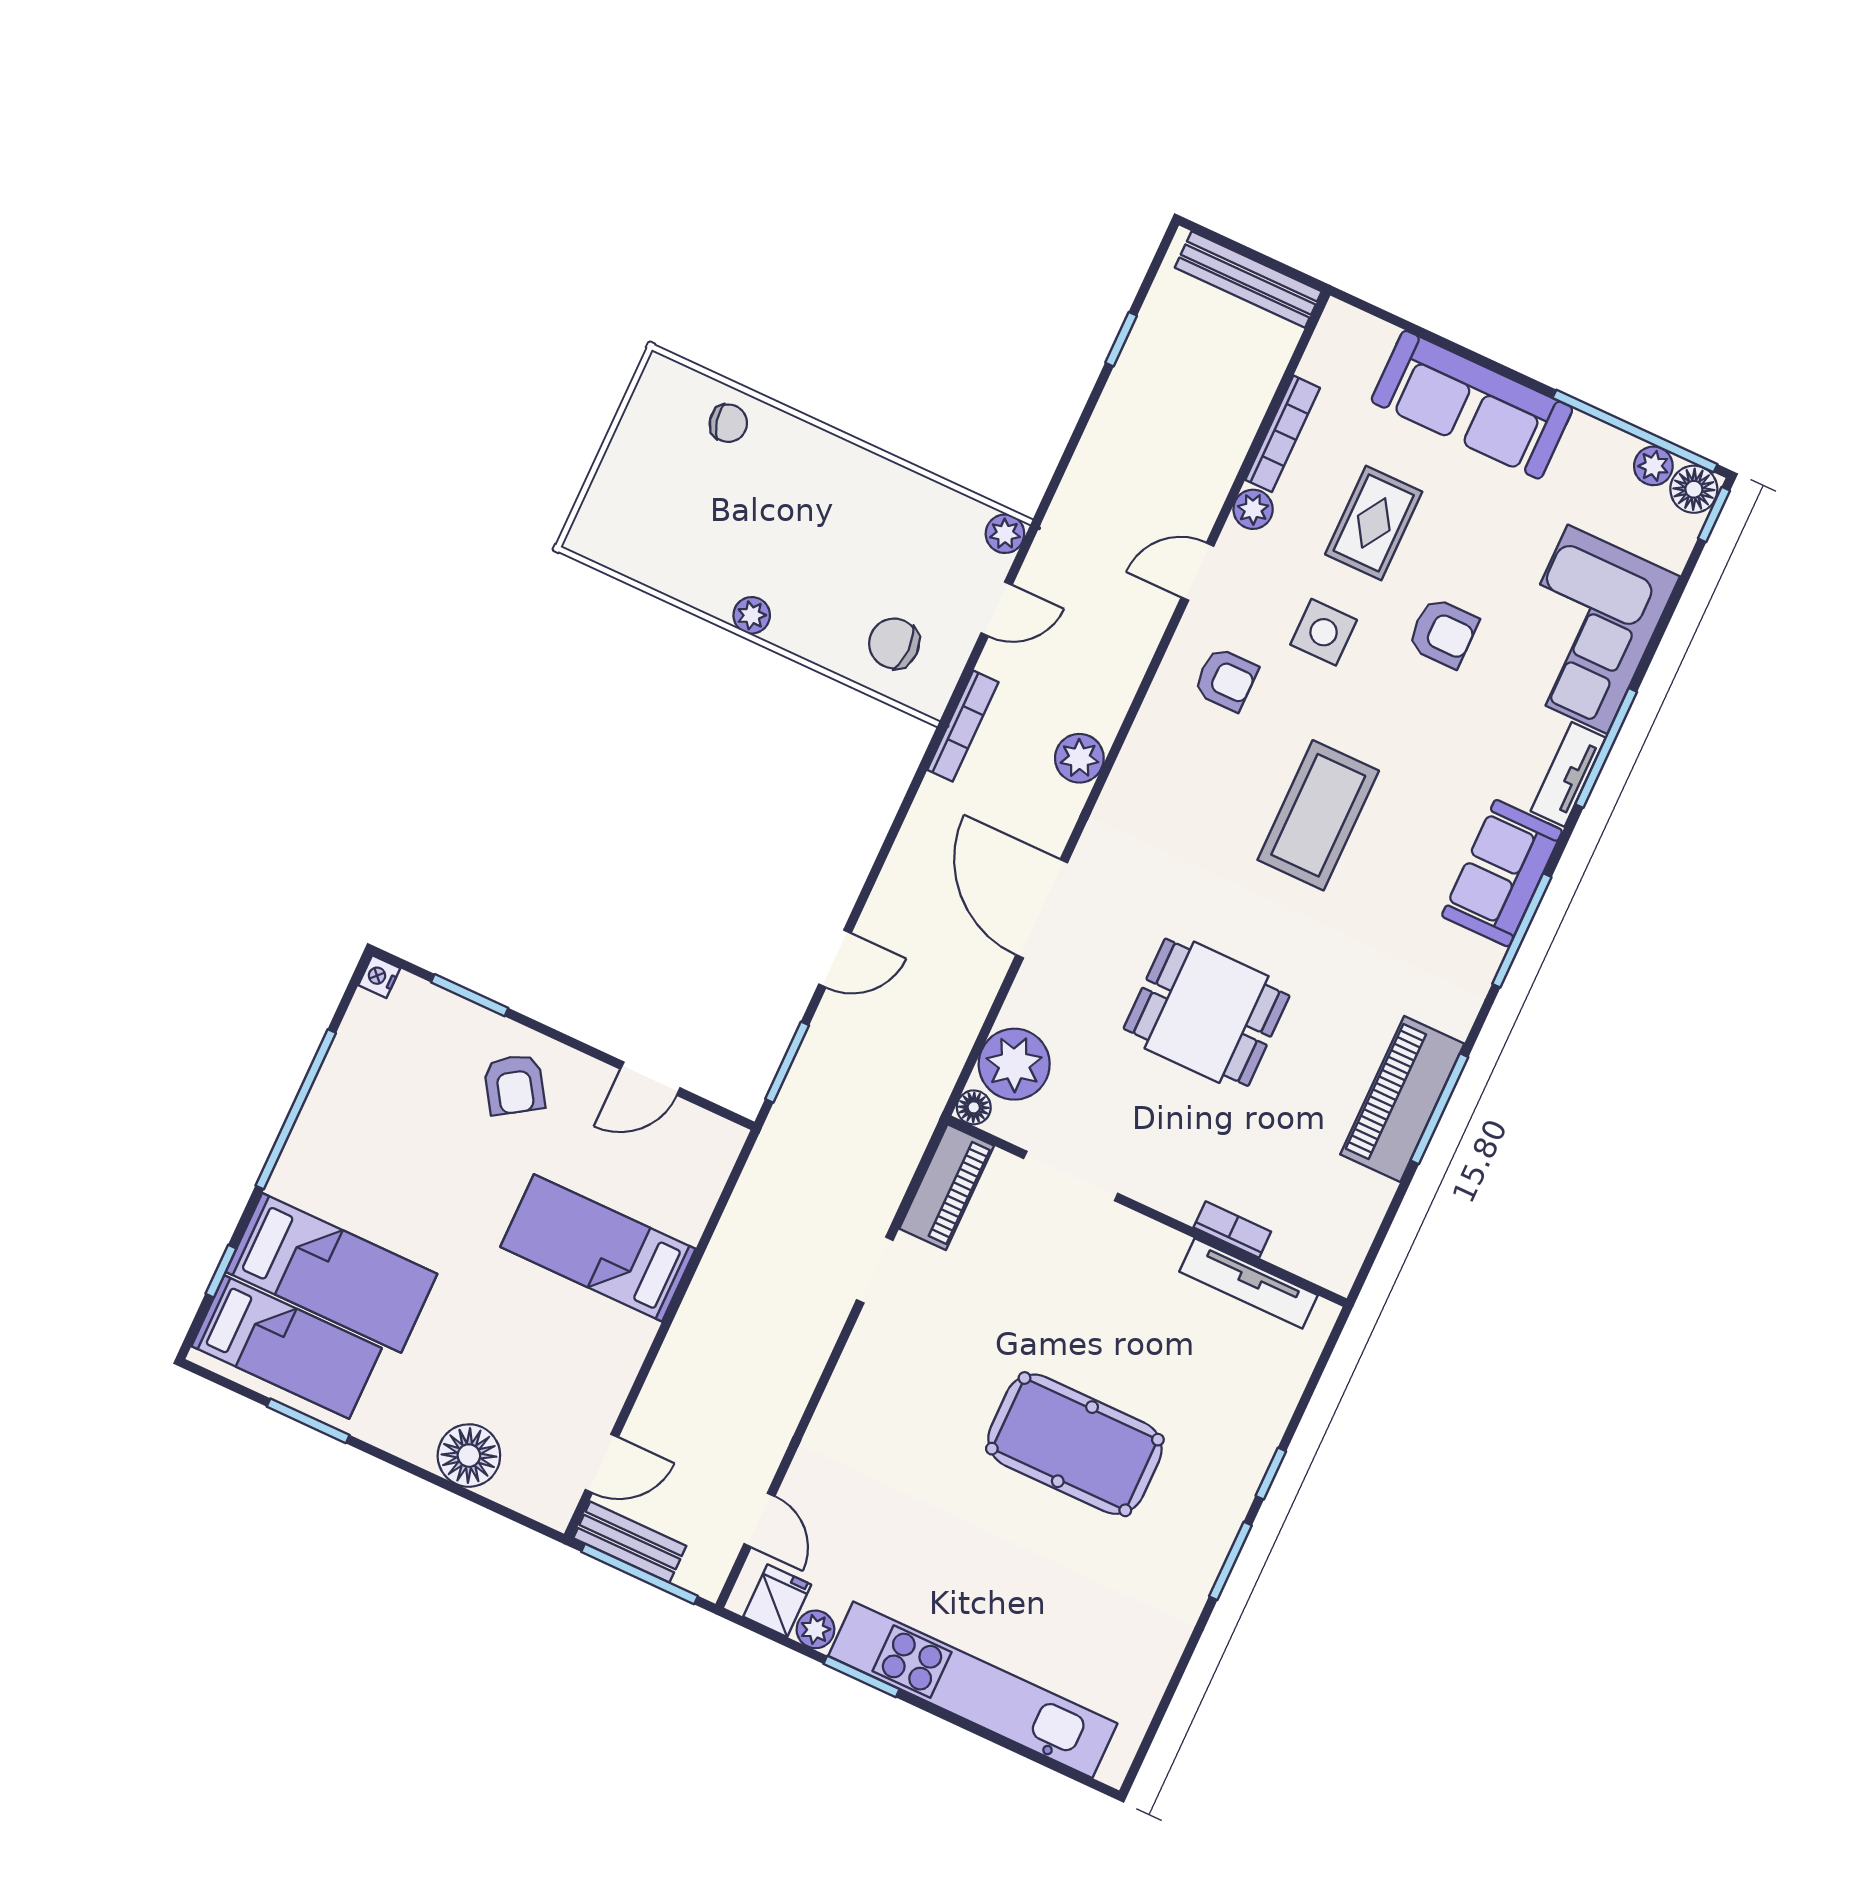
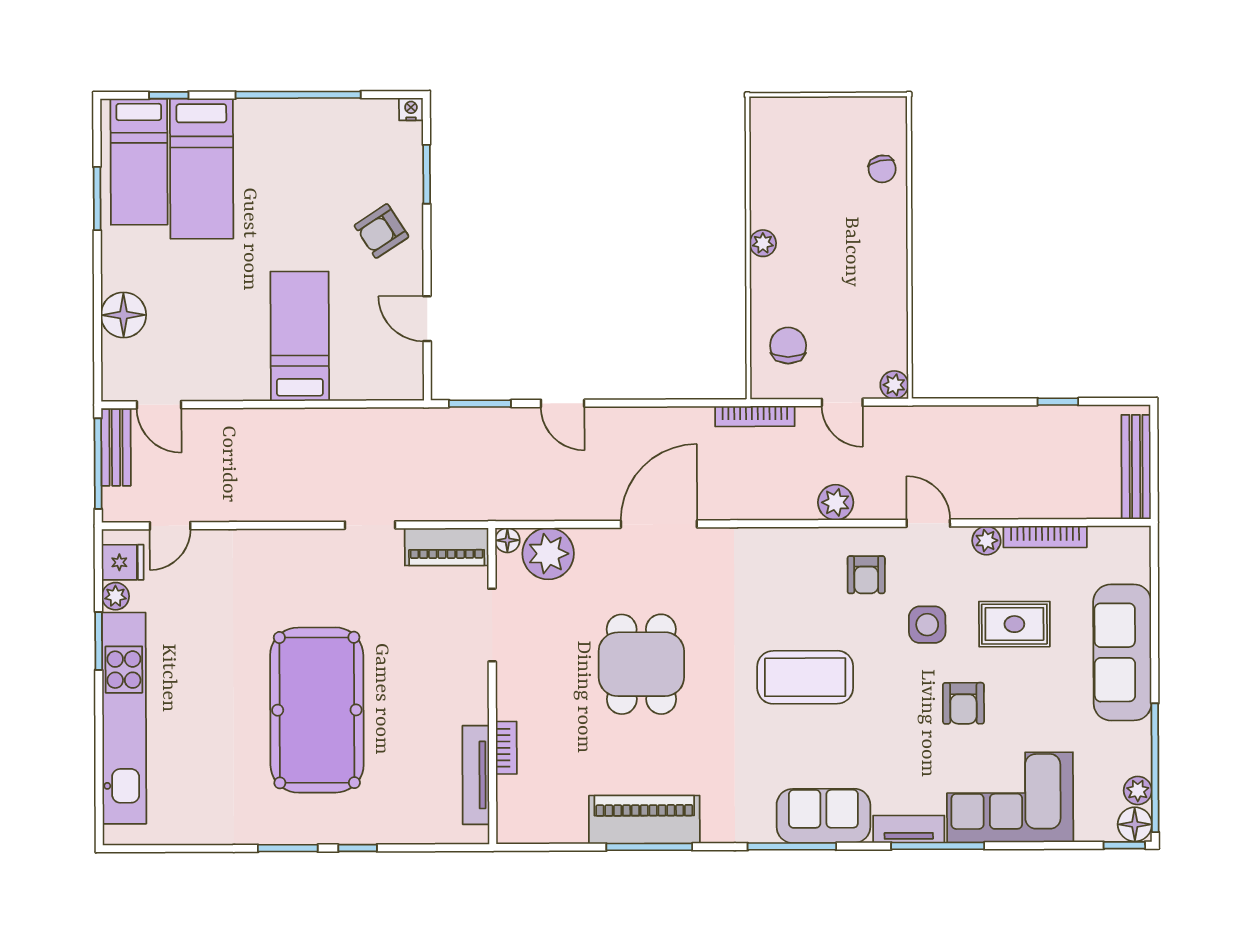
plant: (1079, 758) -> (836, 502), moved
pool table: (1075, 1444) -> (317, 710), width x1.36, depth x1.32

